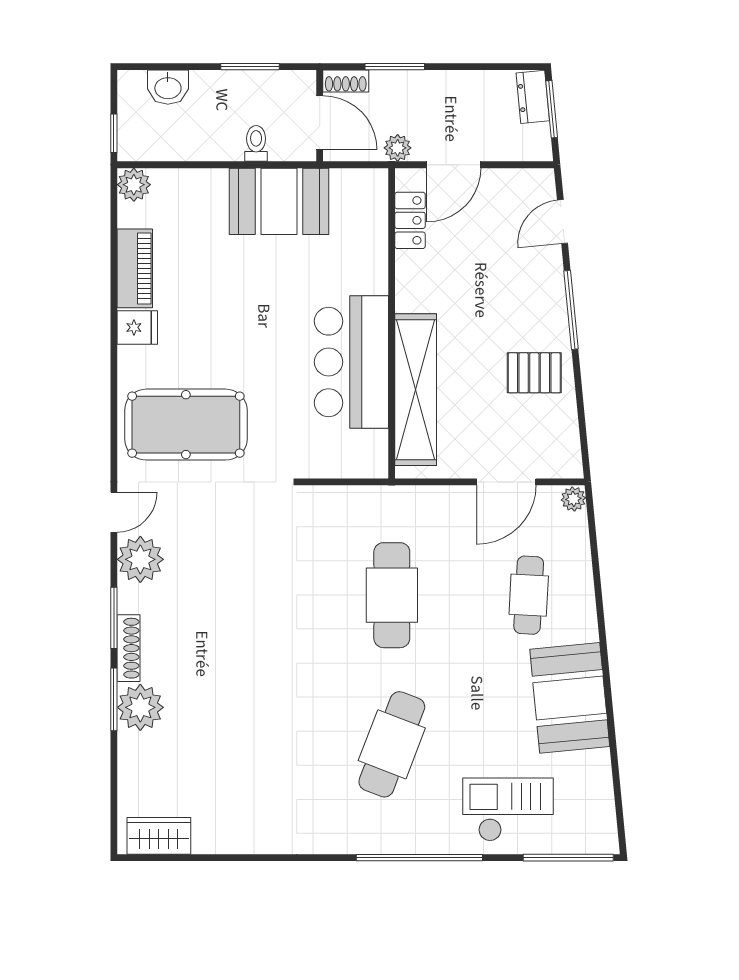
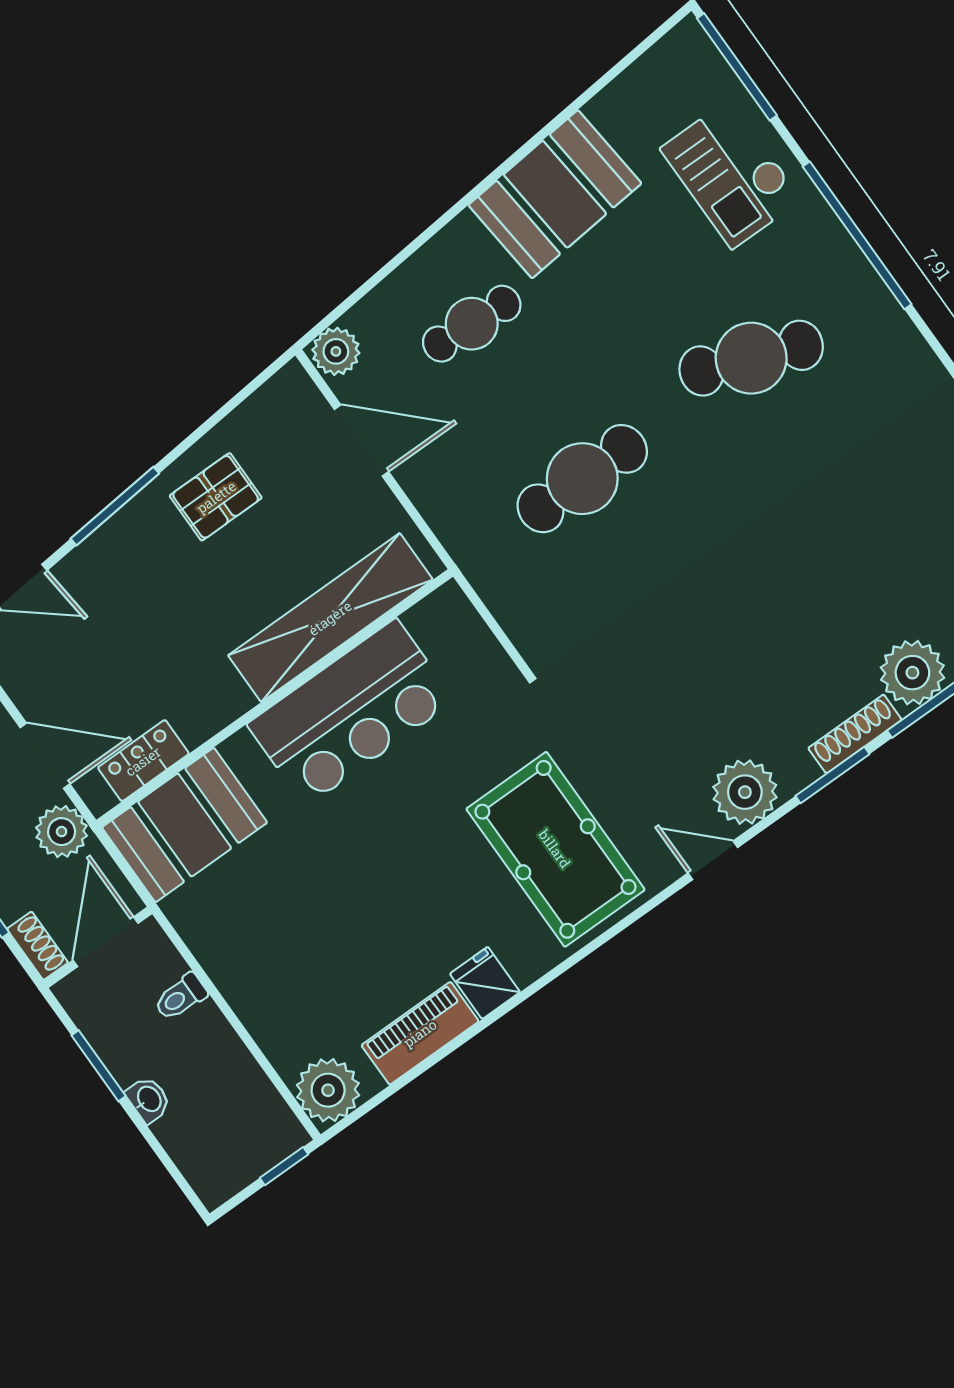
washbasin: (168, 87) -> (148, 1099), moved, width x0.72, depth x0.69
plant: (398, 148) -> (62, 832), width x1.38, depth x1.38
plant: (134, 185) -> (328, 1090), width x1.36, depth x1.36
booth: (279, 201) -> (185, 825), moved, turned 90
pallet: (534, 373) -> (216, 497), turned 90
plant: (573, 499) -> (336, 351), width x1.38, depth x1.38

